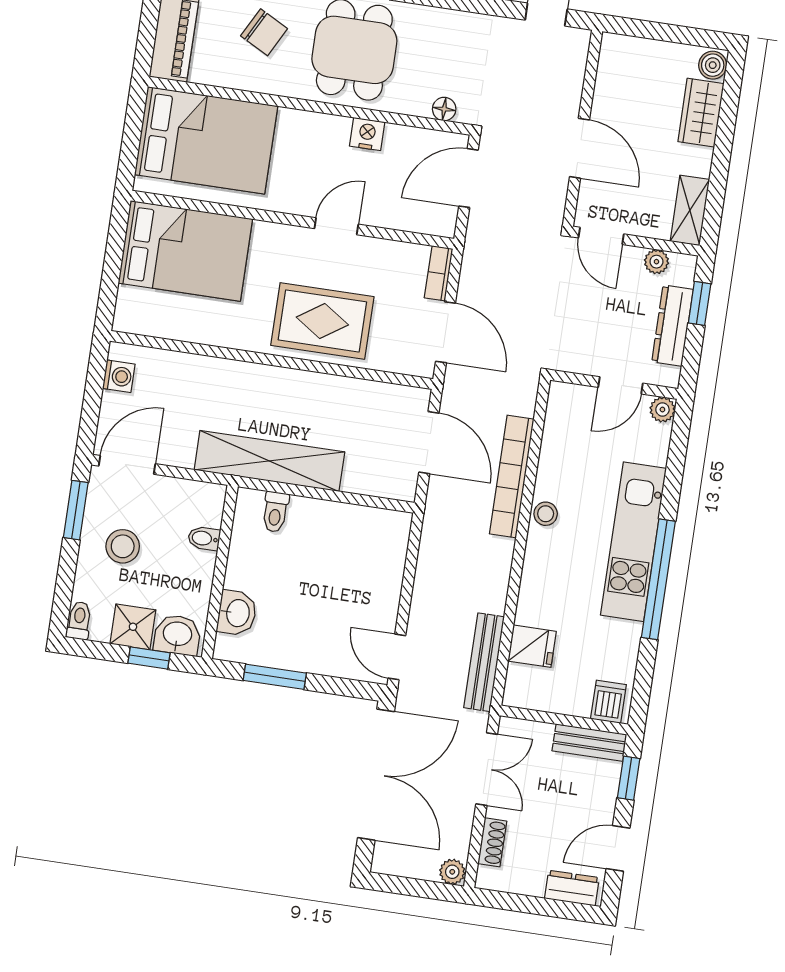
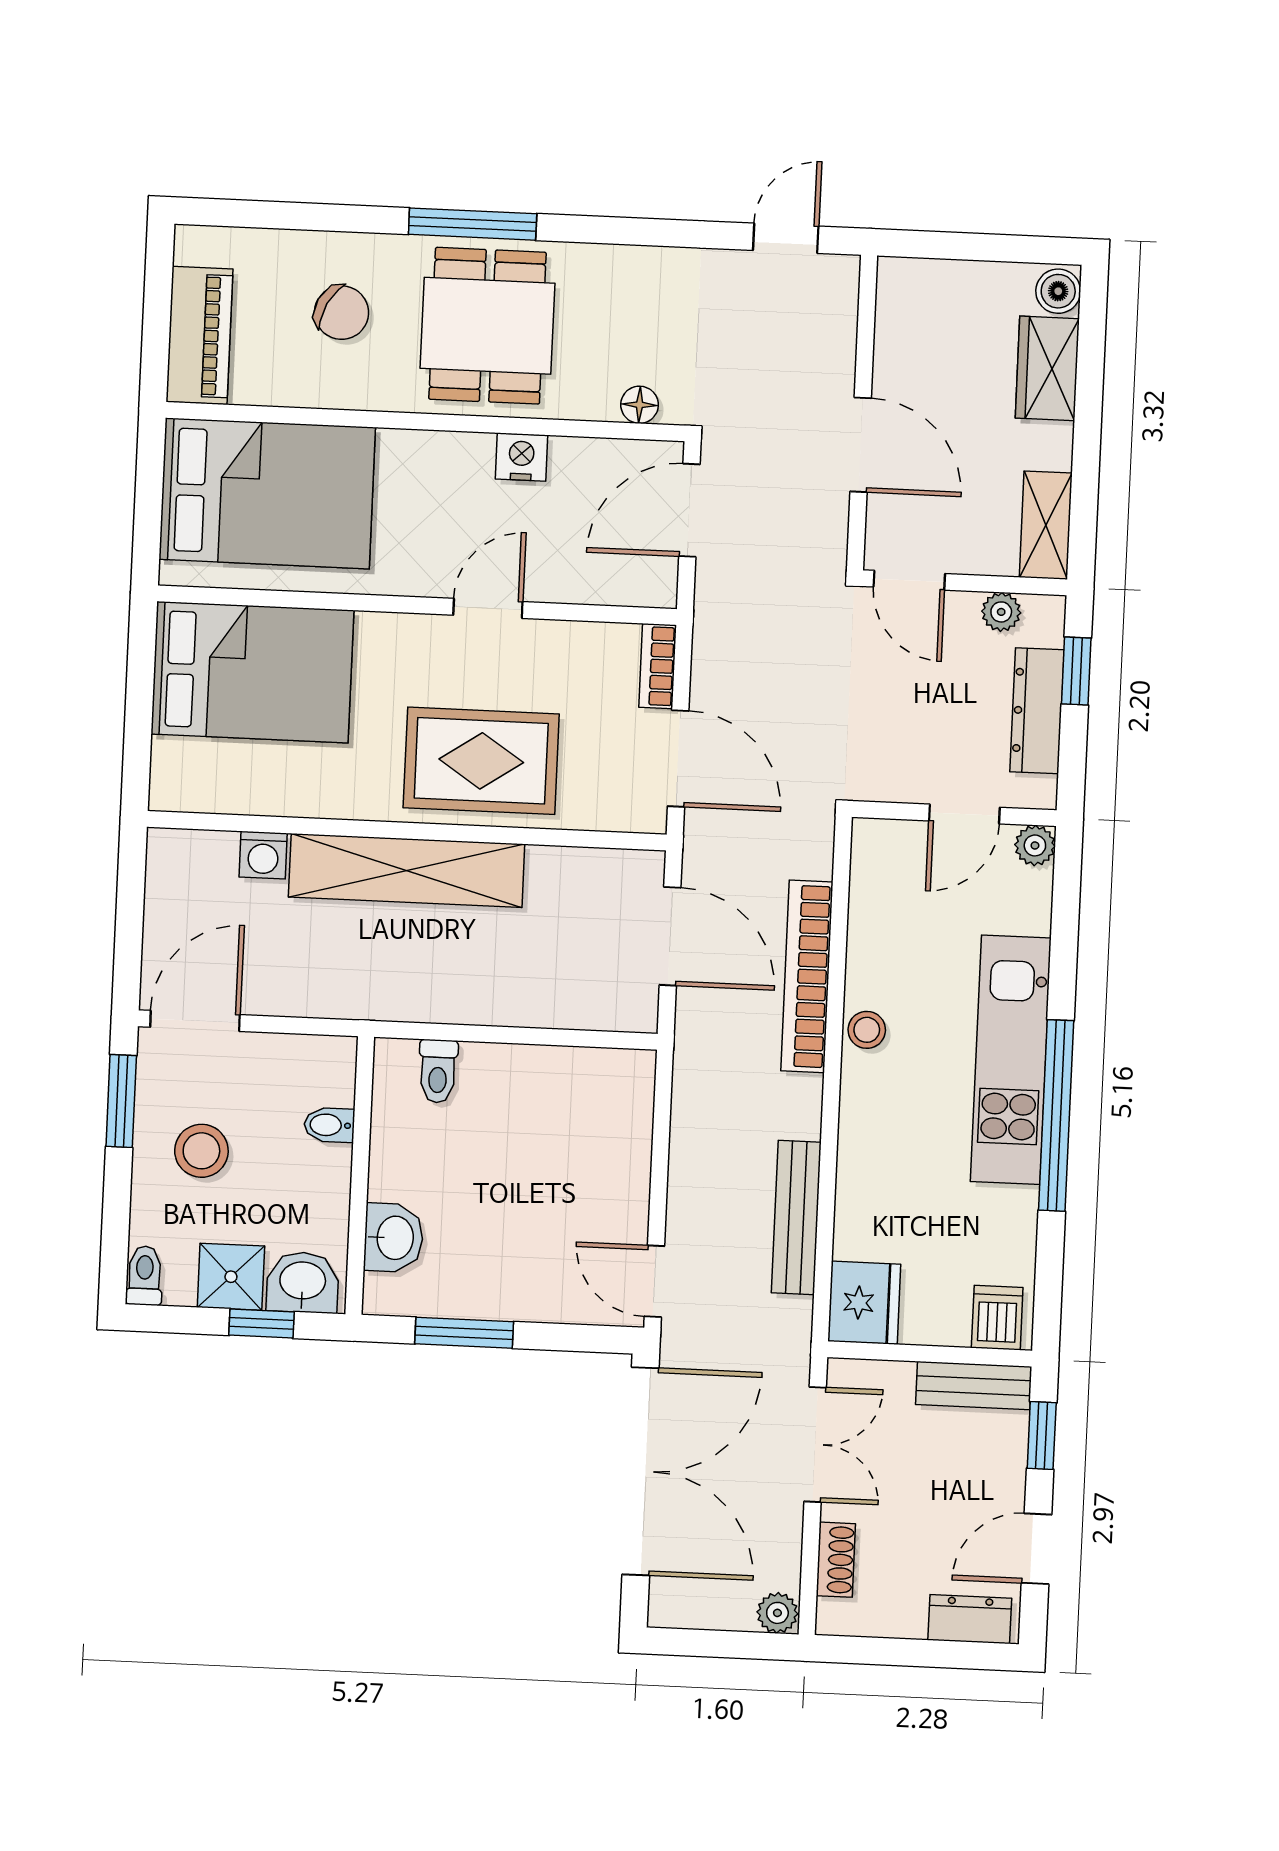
washing machine: (119, 376) -> (263, 855), moved, turned 90
shelving: (269, 461) -> (407, 871), moved
fridge: (532, 646) -> (864, 1303), moved, width x1.38
bench: (484, 662) -> (796, 1218), moved

